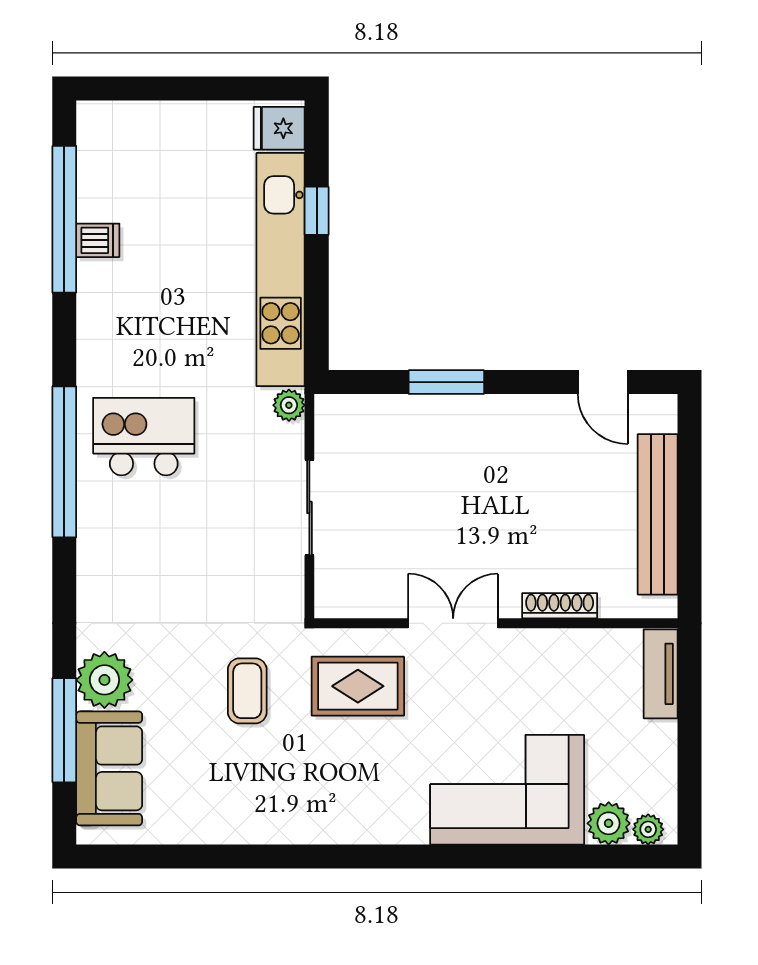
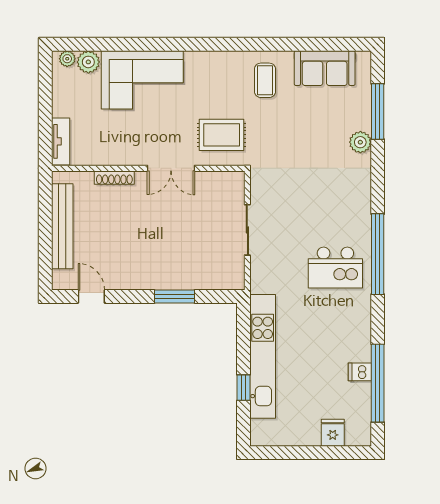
fridge: (279, 128) -> (333, 433), moved, turned -90
plant: (289, 405) -> (258, 284), removed
plant: (104, 680) -> (360, 142), width x0.73, depth x0.73
coffee table: (247, 691) -> (265, 80), moved
sofa: (109, 768) -> (325, 68), moved, turned -90

